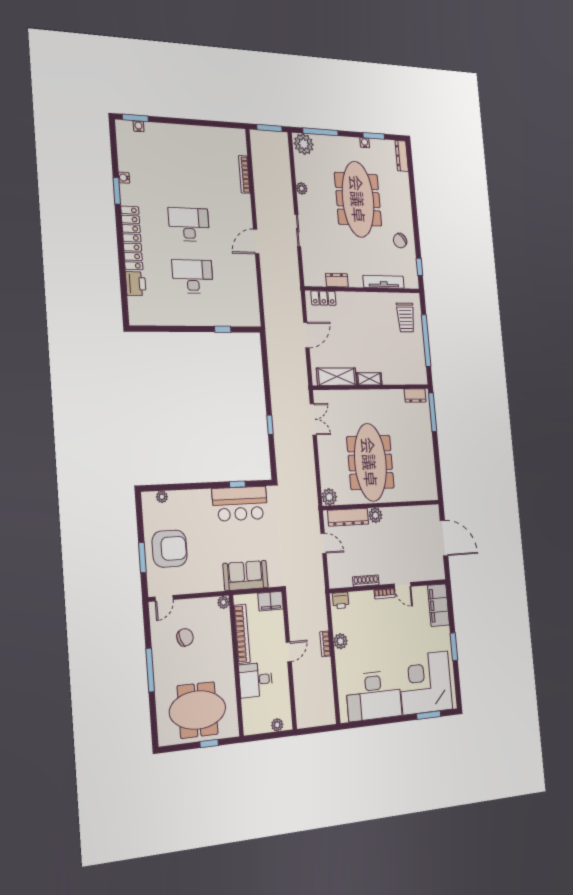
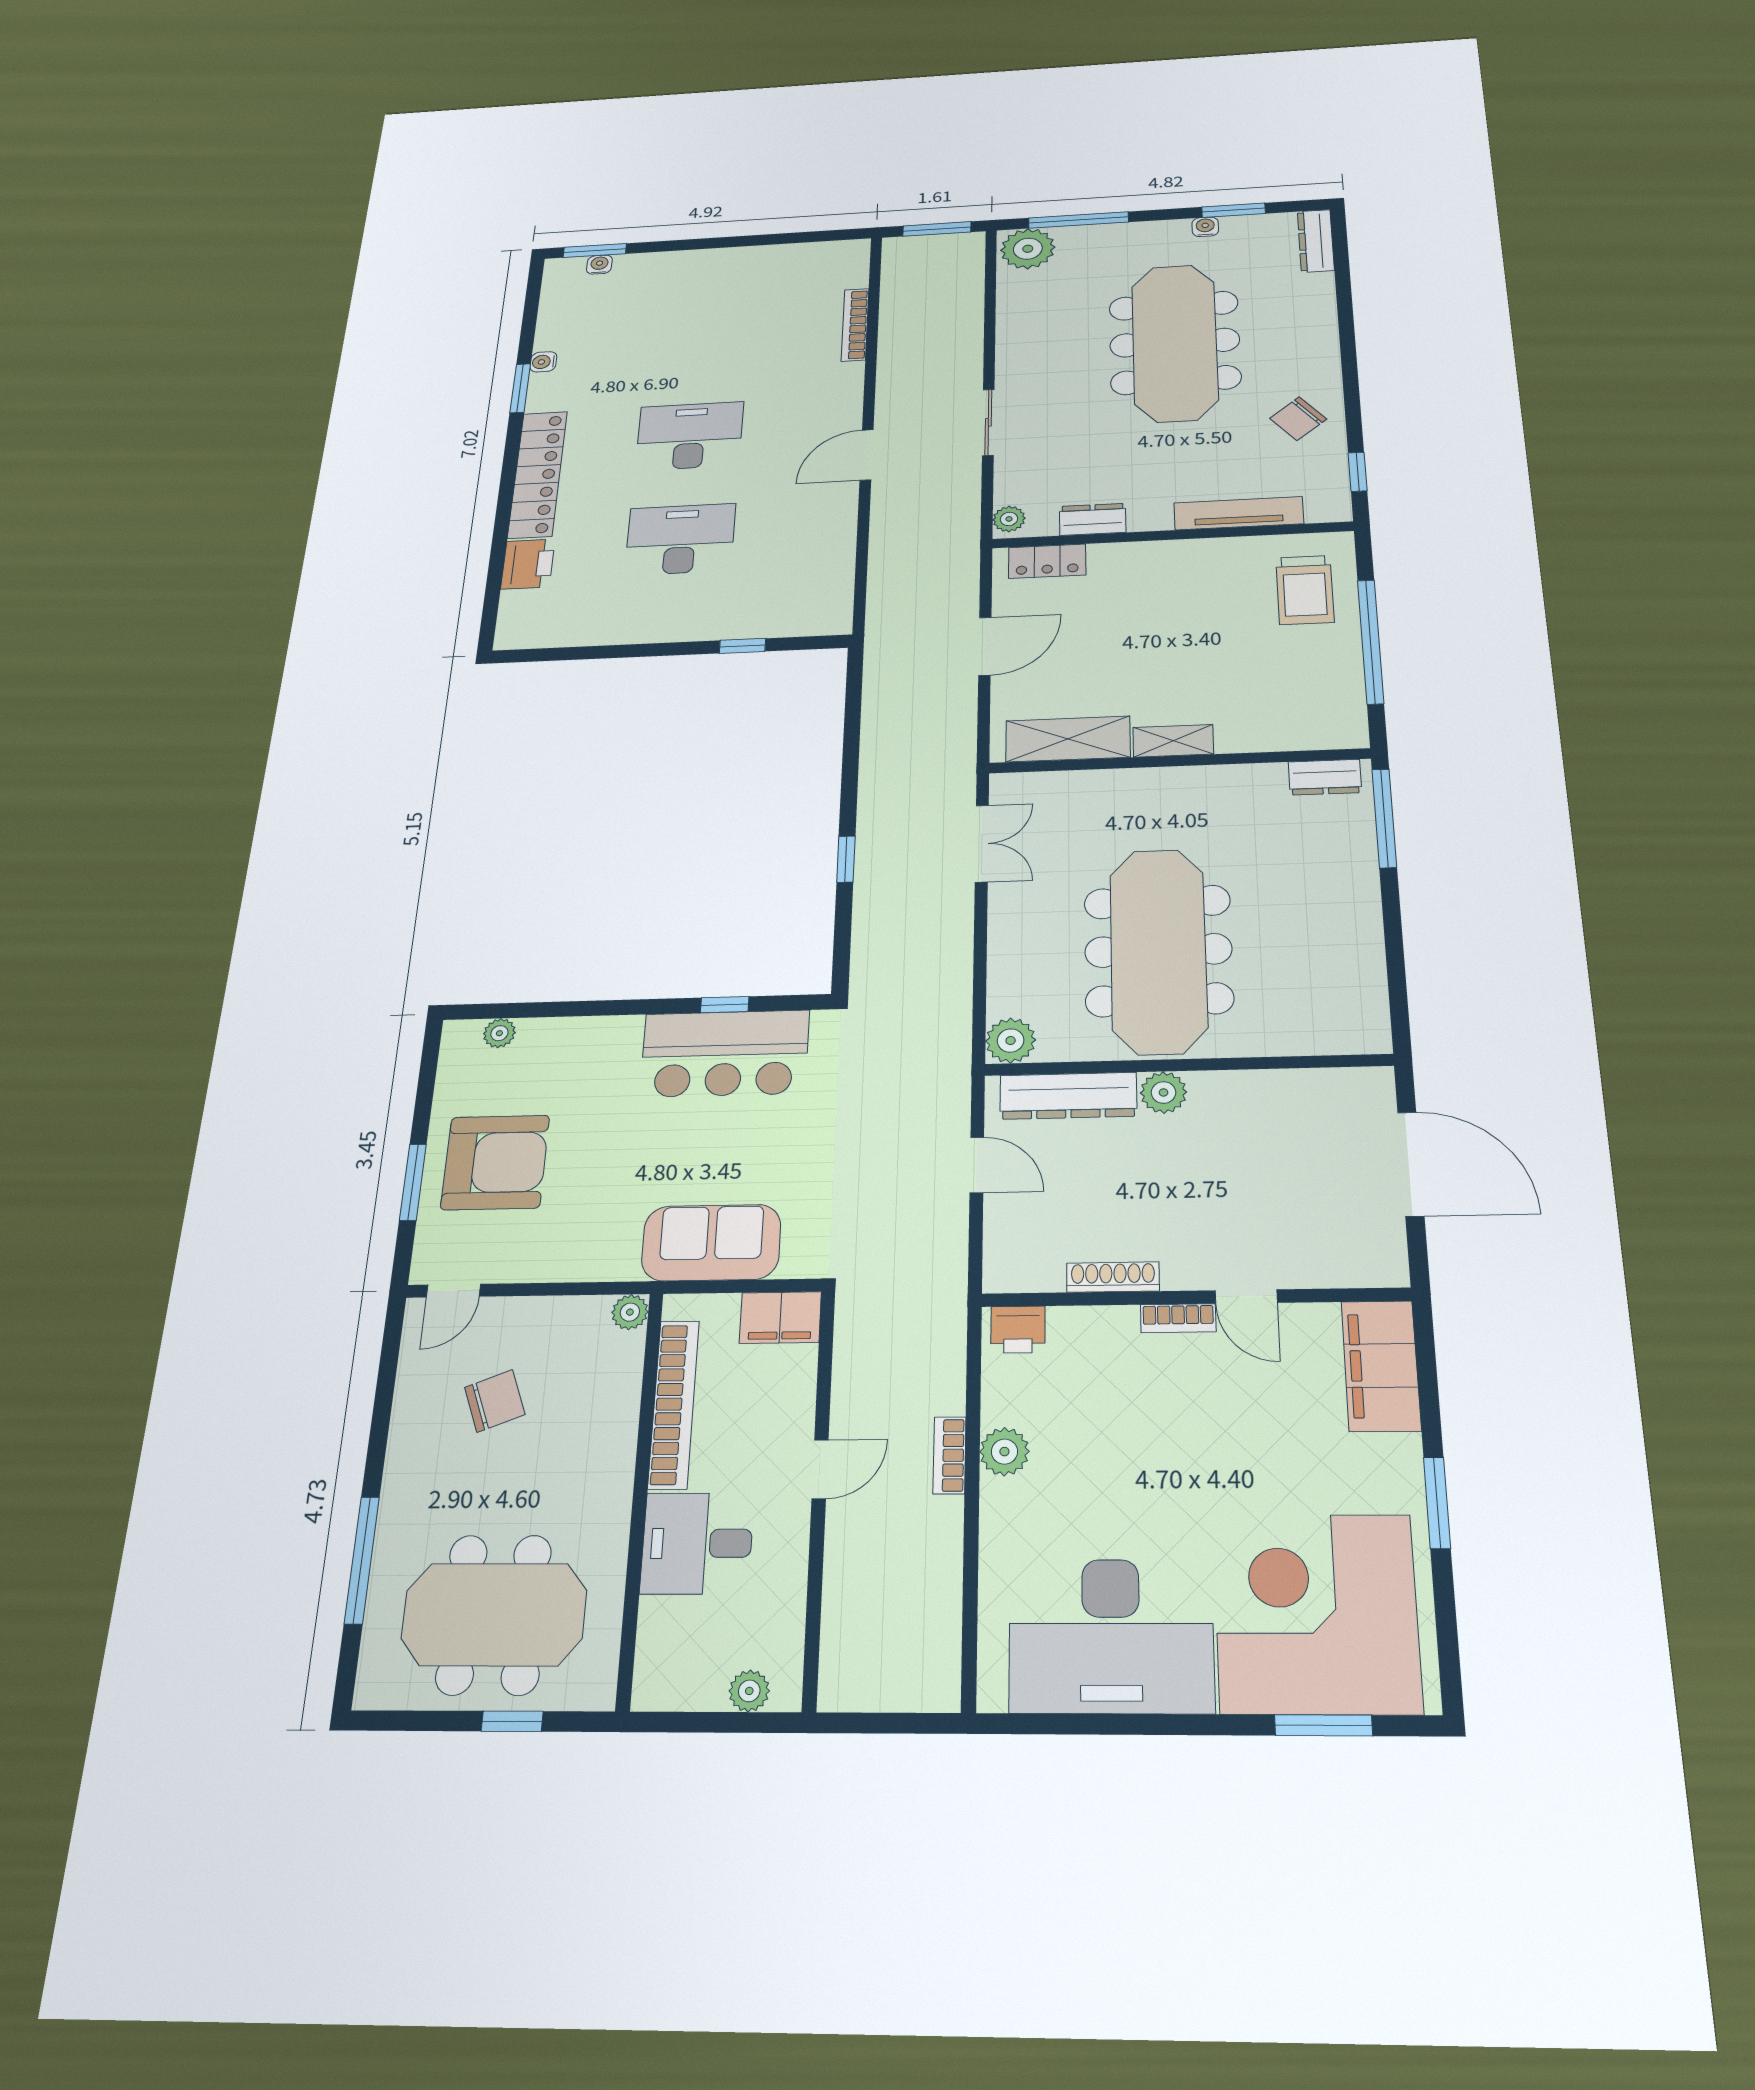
plant: (302, 188) -> (1009, 519), moved
window: (150, 670) -> (362, 1560), moved

